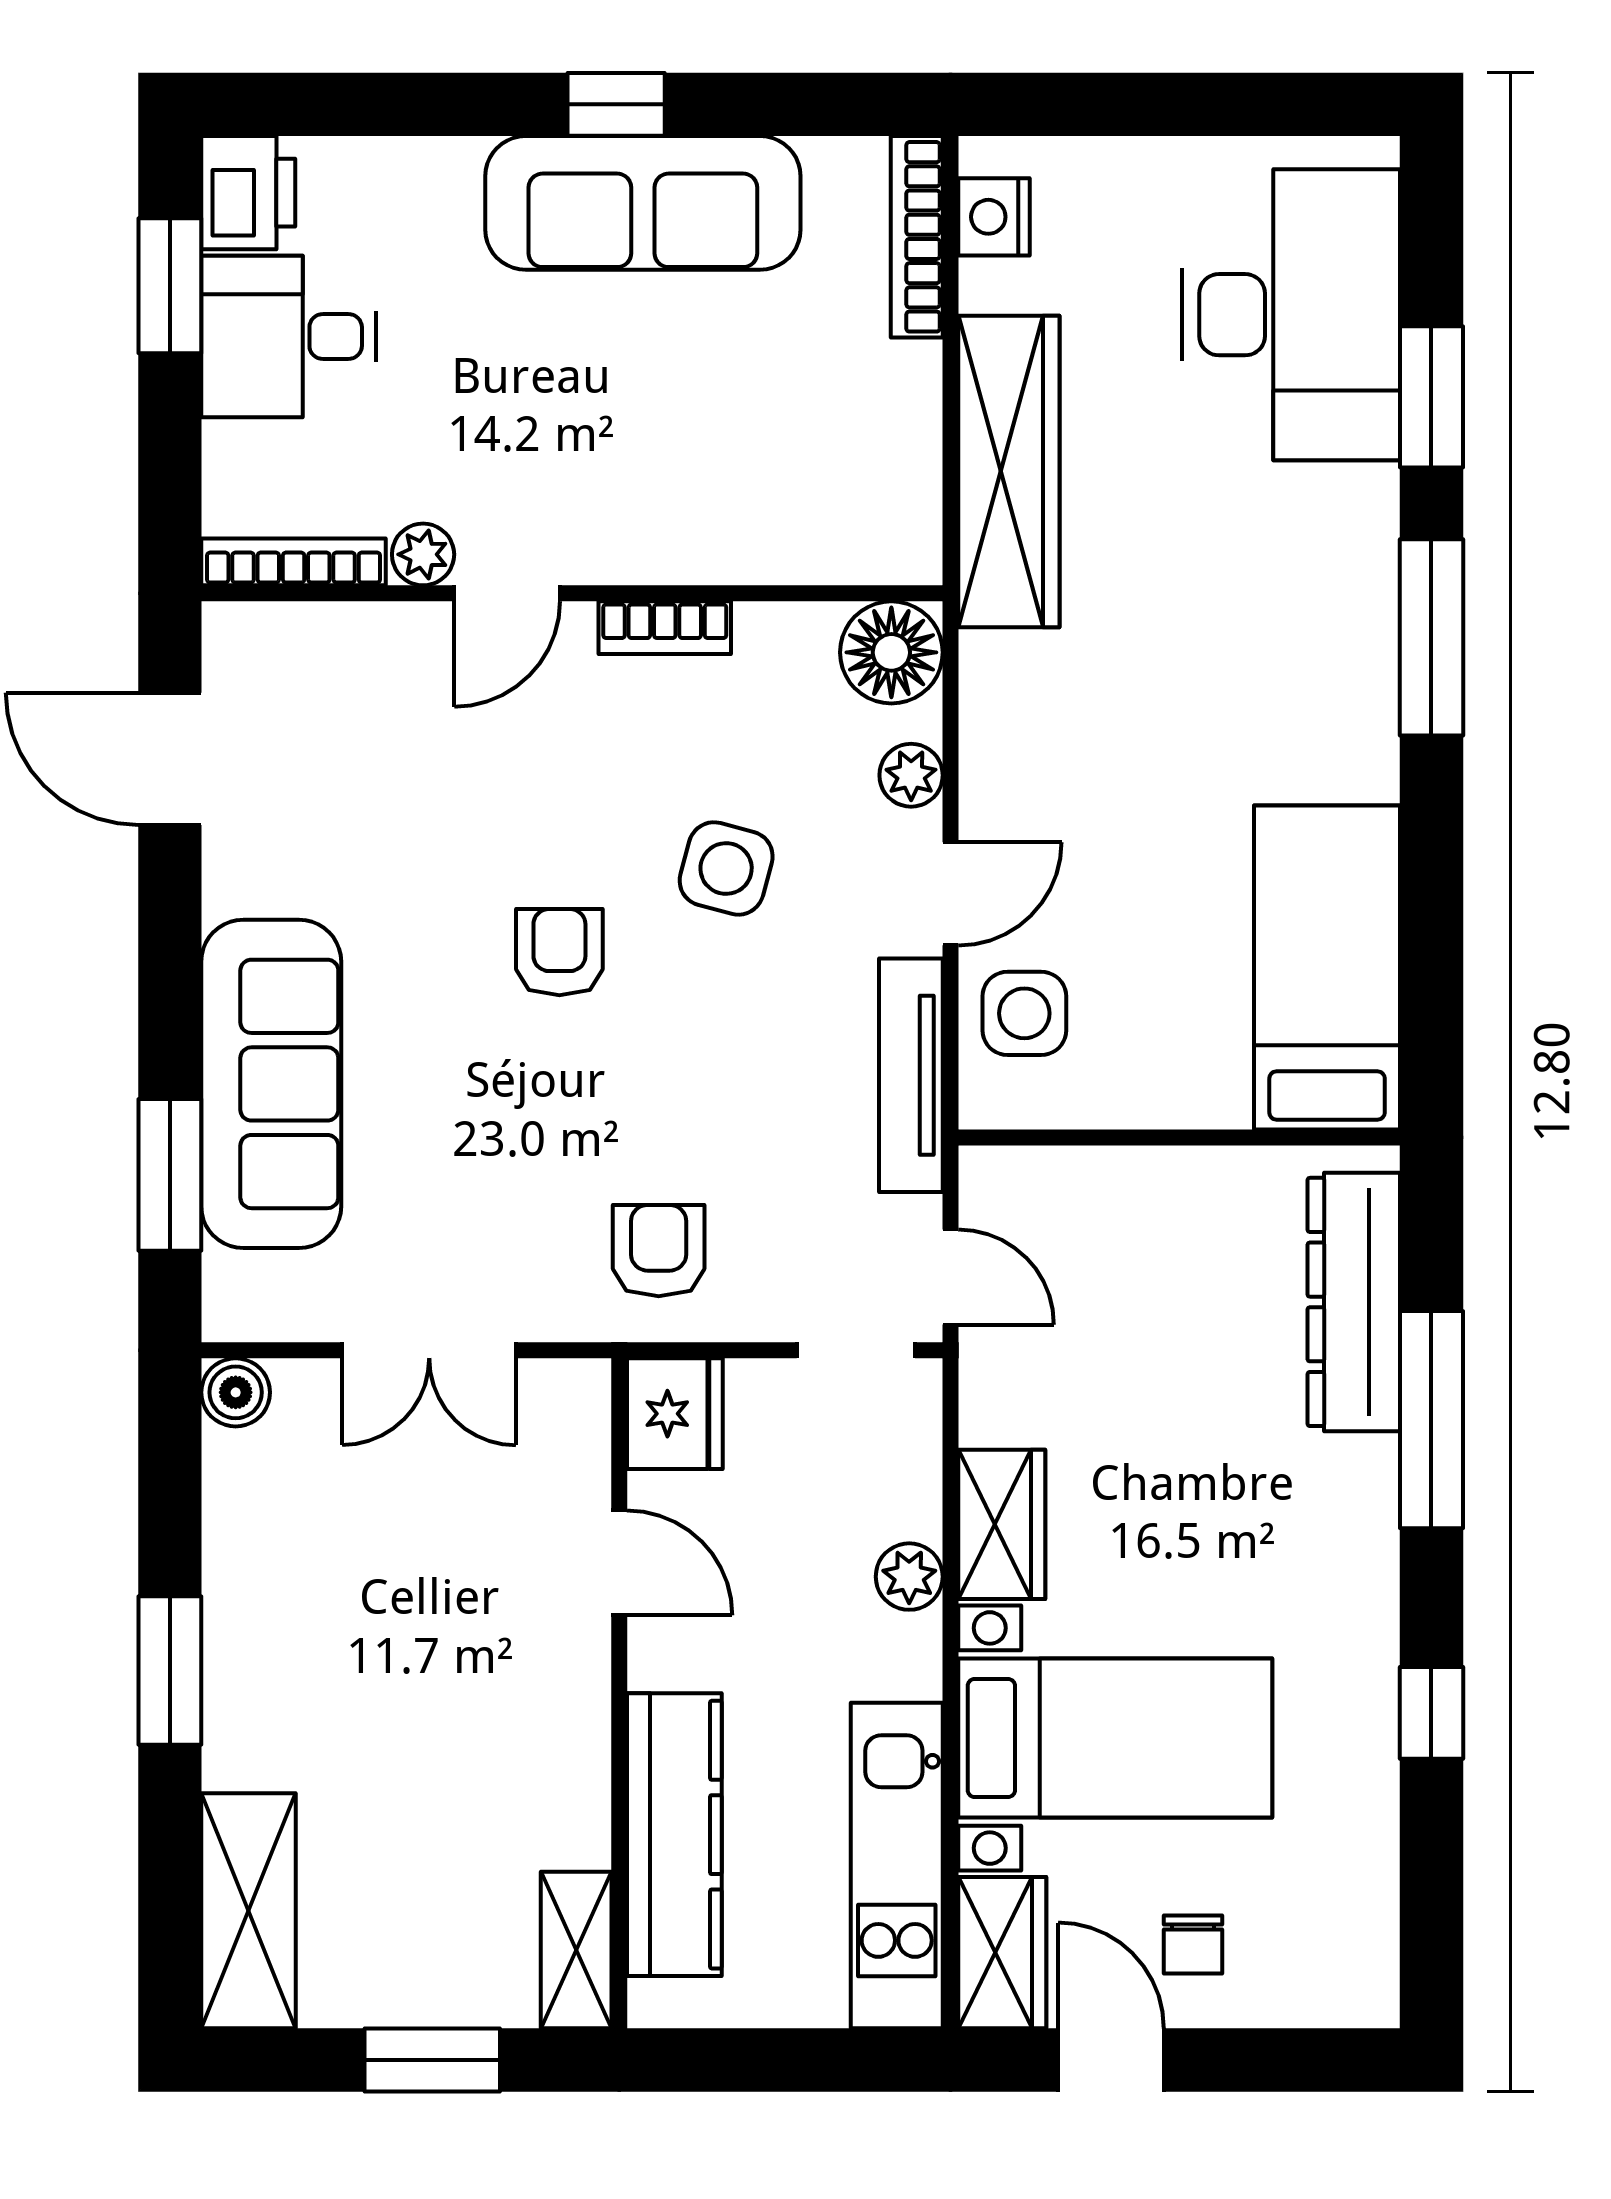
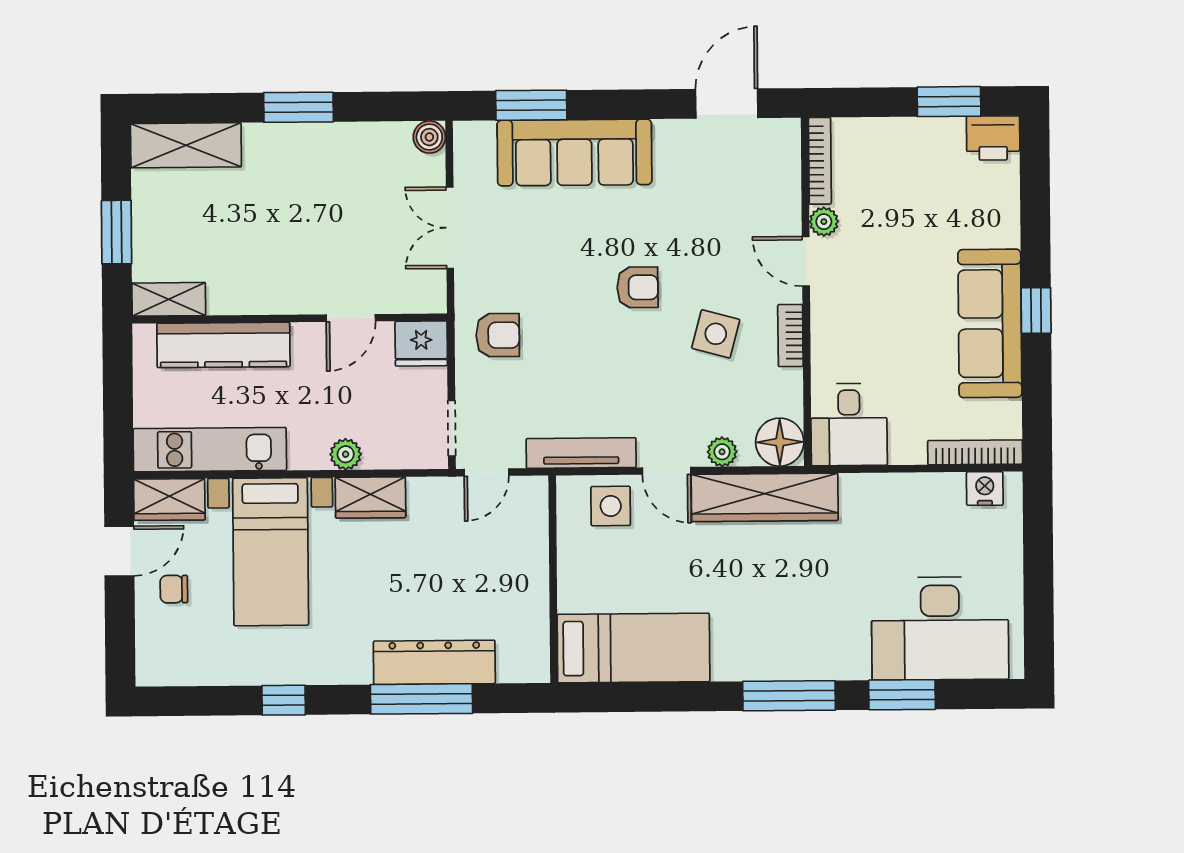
desk: (289, 337) -> (849, 425), moved, turned 180
wardrobe: (1009, 472) -> (765, 497), moved
side table: (726, 868) -> (716, 334), moved
dresser: (1354, 1302) -> (434, 662), moved

